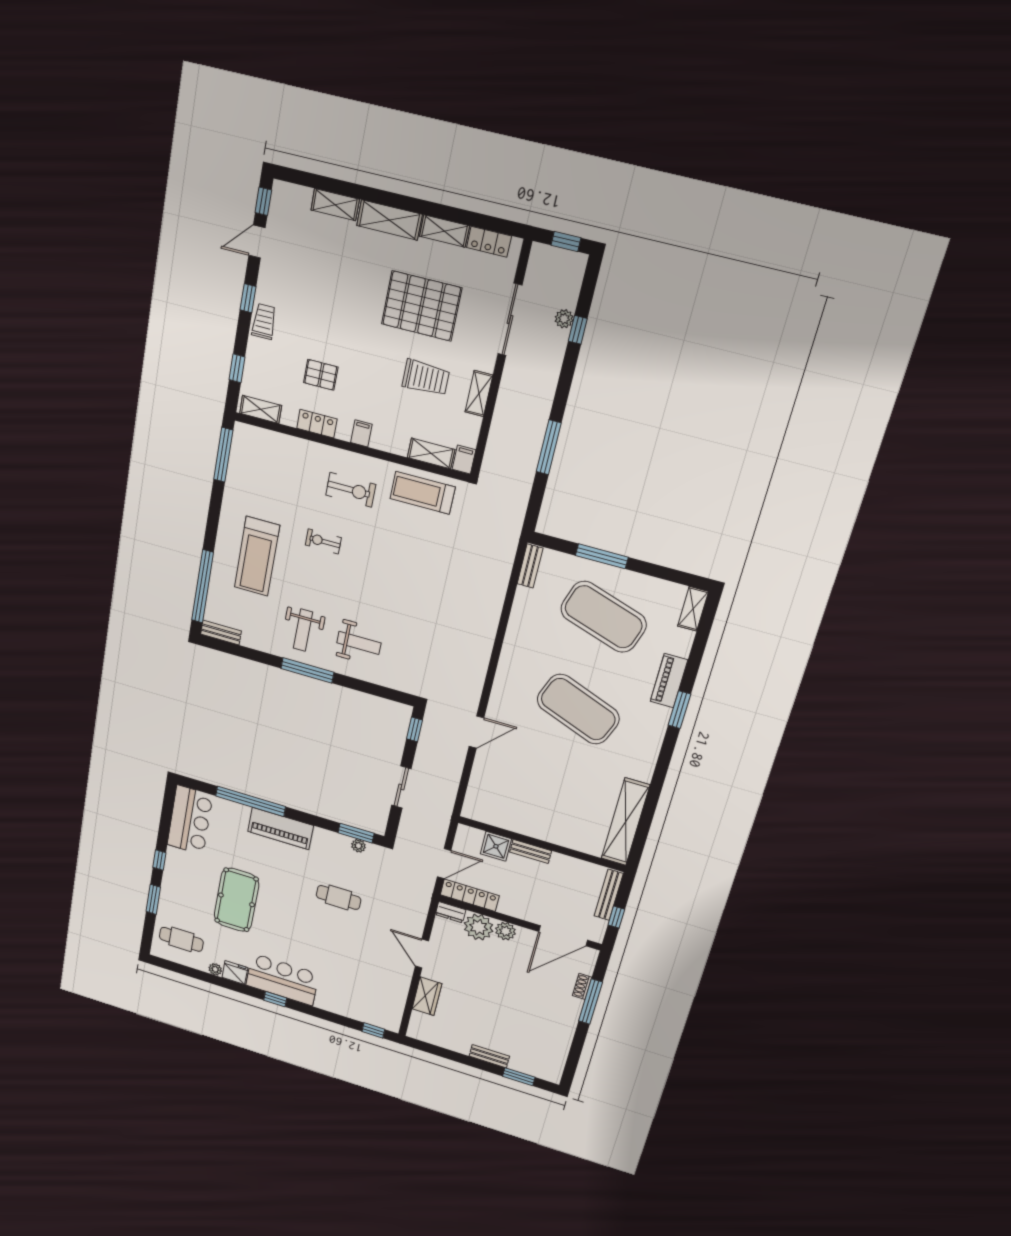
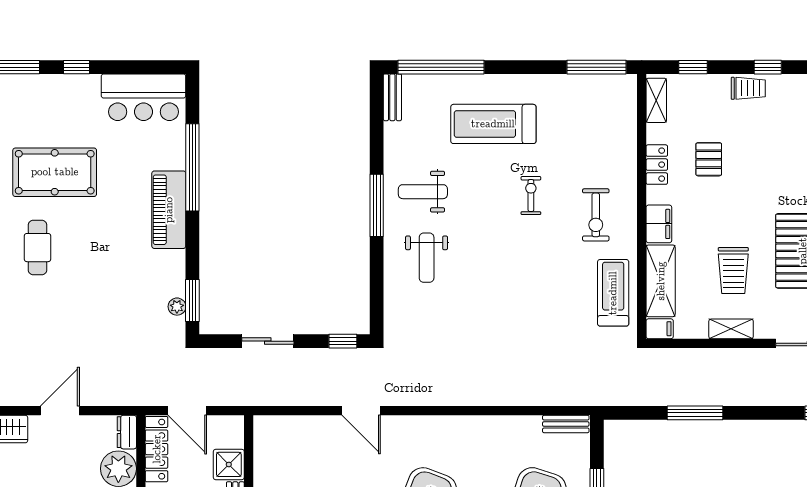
filing cabinet: (361, 433) -> (659, 224), width x2.00
shelving: (431, 453) -> (661, 281), width x1.50, depth x1.33
cafe table: (339, 897) -> (37, 248), moved

